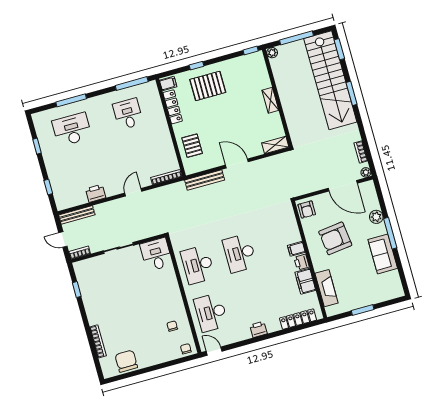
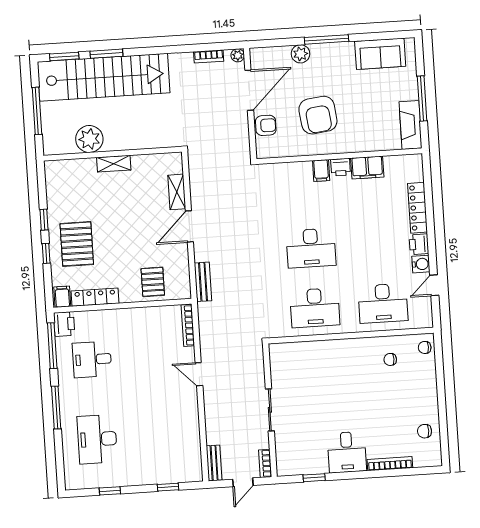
window: (251, 51) -> (44, 220), moved
plant: (272, 53) -> (89, 139), moved, width x1.88, depth x1.88
window: (352, 93) -> (106, 54), moved
window: (71, 100) -> (56, 407), moved
shelving: (275, 145) -> (177, 192), moved
pallet: (192, 146) -> (153, 282), turned 90
bench: (205, 180) -> (203, 282), width x0.73
printer: (96, 193) -> (64, 324), moved, turned 180
armchair: (307, 210) -> (266, 125), moved
bench: (77, 215) -> (214, 463), width x0.73
desk: (156, 254) -> (347, 452), moved, turned -90
sofa: (383, 254) -> (380, 54), moved
fireplace: (327, 288) -> (410, 125), moved, turned -90
window: (363, 310) -> (422, 98), width x1.44
locker: (298, 319) -> (417, 208), moved
water cooler: (245, 334) -> (421, 264), added
door: (214, 351) -> (434, 285), moved
chair: (126, 361) -> (425, 431), width x0.54, depth x0.54

